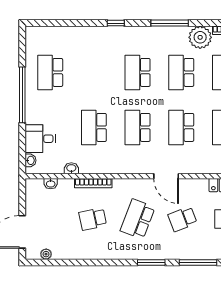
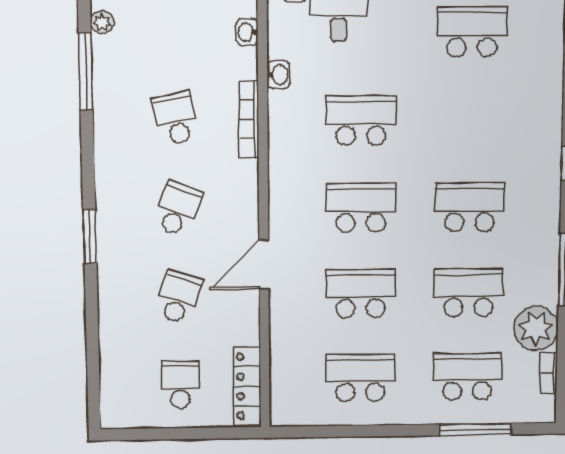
school desk: (138, 219) -> (177, 209), width x0.54
school desk: (182, 219) -> (179, 297), turned 39
window: (198, 262) -> (86, 71), moved

